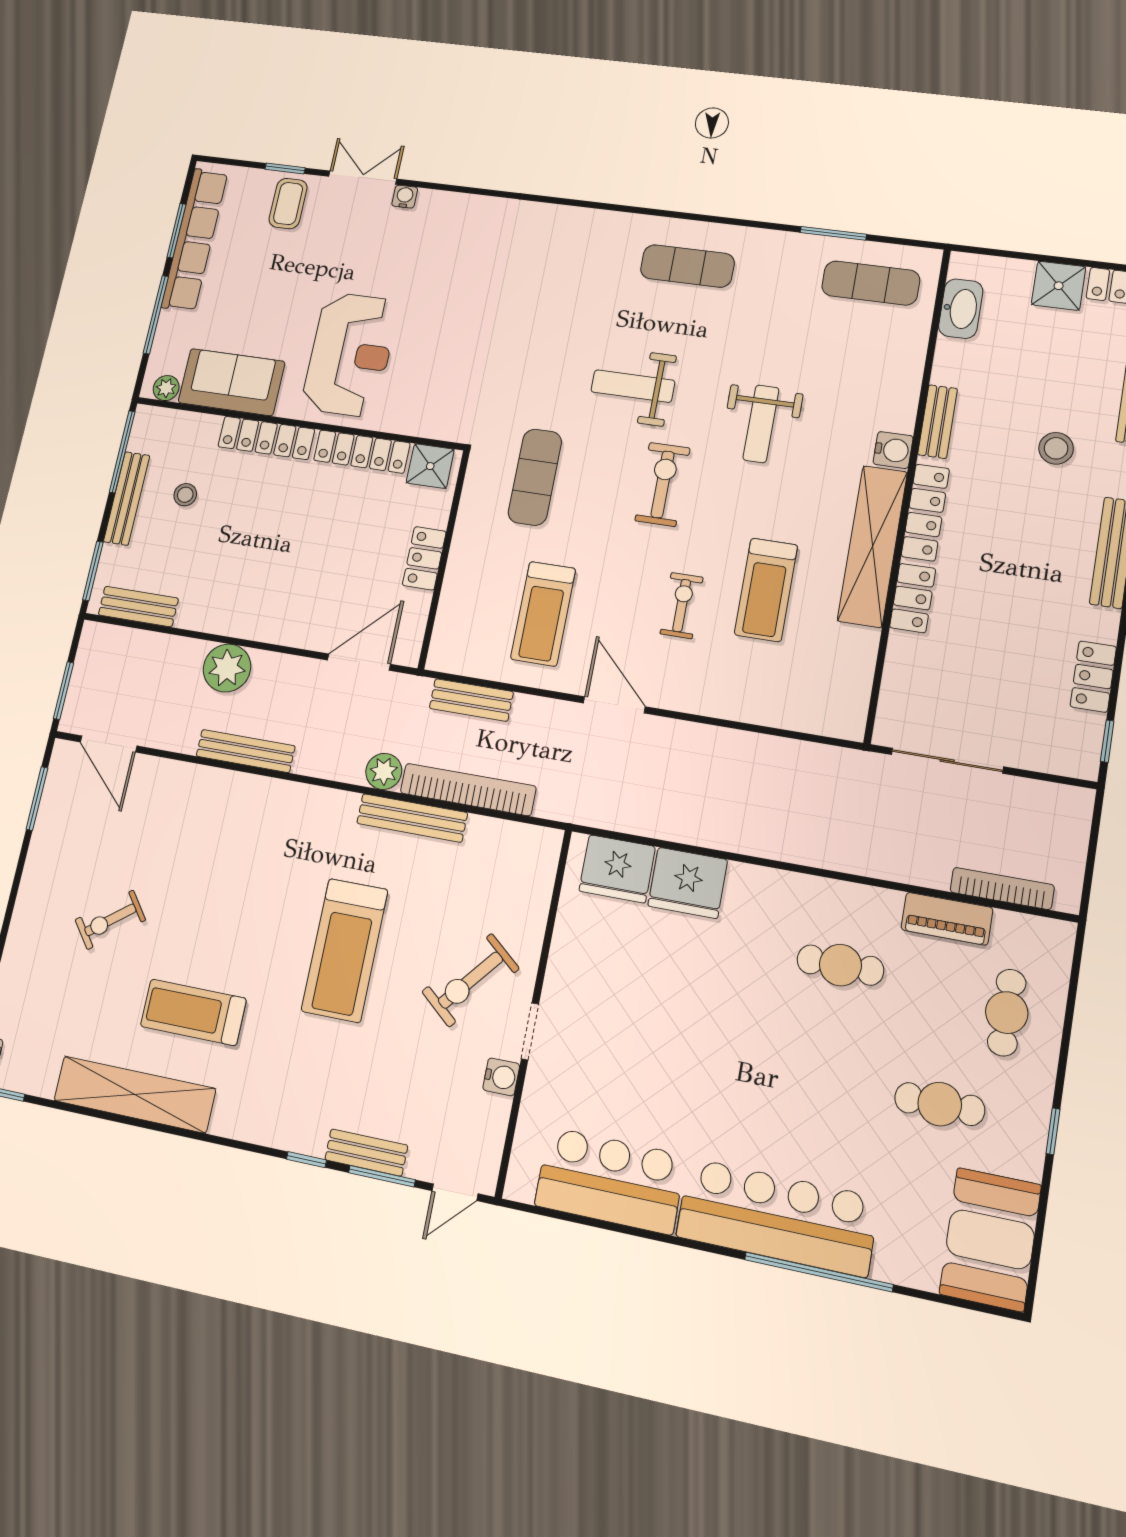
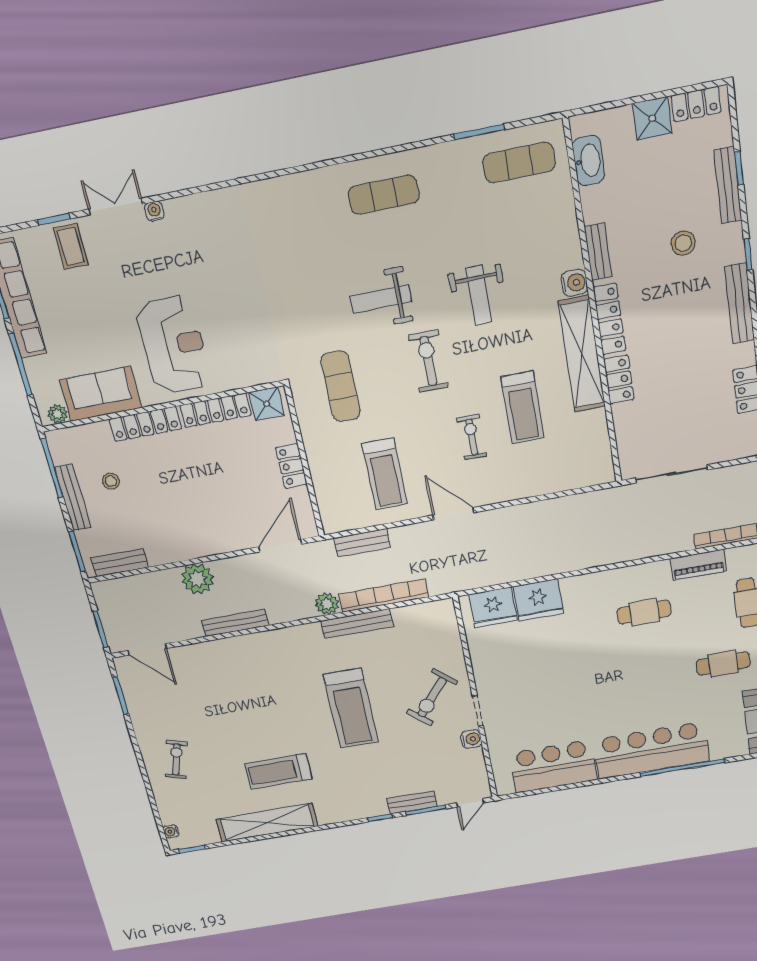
exercise bike: (110, 920) -> (176, 759), moved, turned 144

